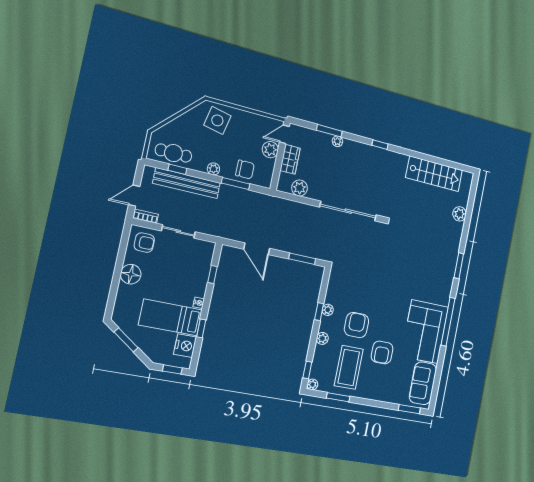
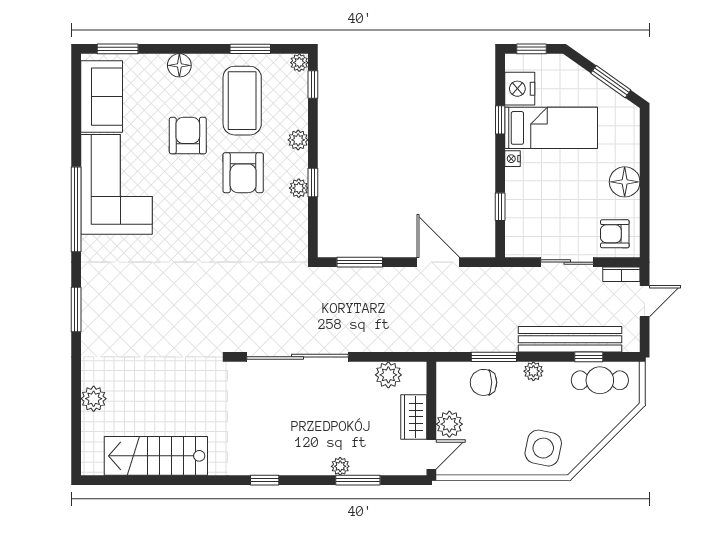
floor lamp: (379, 394) -> (179, 65), added

